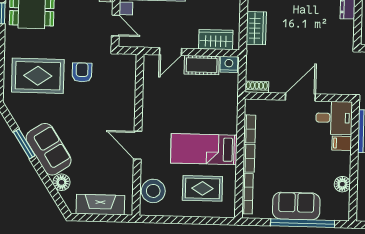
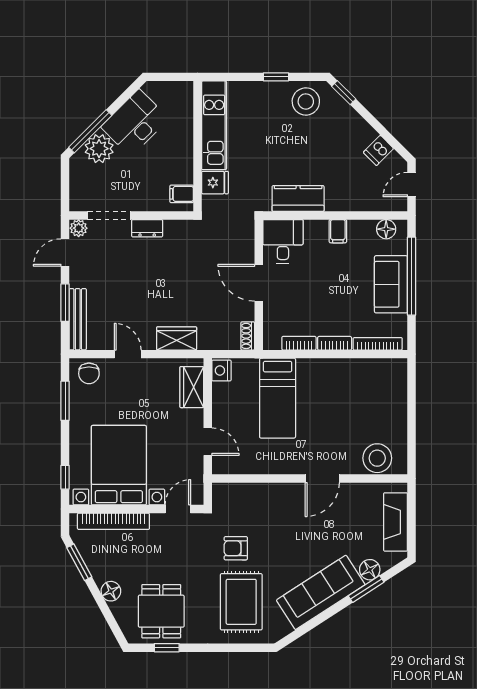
cot: (202, 65) -> (223, 403), removed
filing cabinet: (342, 143) -> (338, 231), moved
window: (24, 144) -> (366, 589), moved
sofa: (49, 149) -> (321, 592), width x1.36
bed: (204, 149) -> (278, 398), moved
floor lamp: (342, 184) -> (386, 229), moved
rug: (202, 188) -> (373, 399), removed

